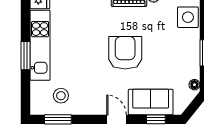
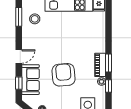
armchair: (125, 53) -> (64, 75), moved, turned -95

